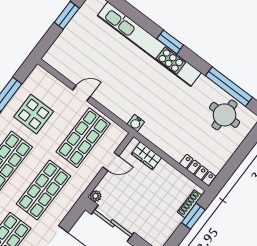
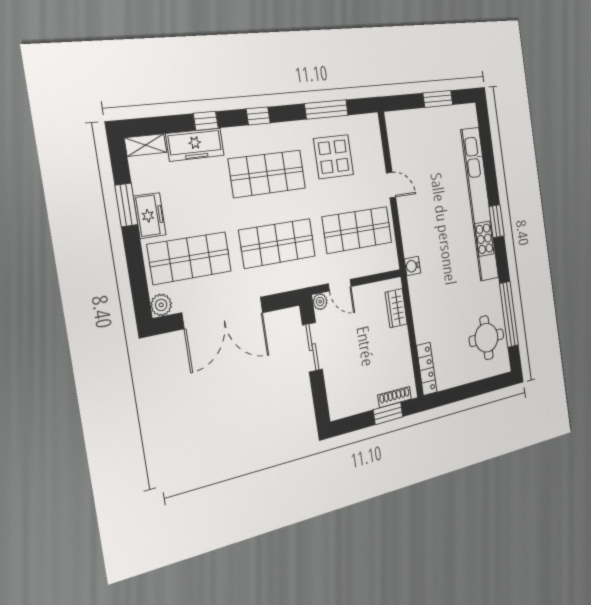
door: (111, 162) -> (340, 285), moved
sliding door: (113, 223) -> (312, 347), width x0.73

